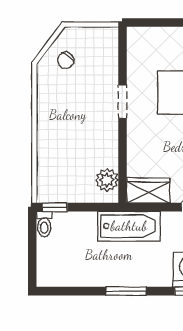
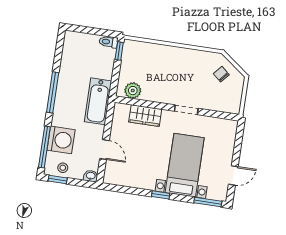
wardrobe: (148, 190) -> (145, 116), moved, turned 90
window: (126, 291) -> (53, 92), width x1.44

